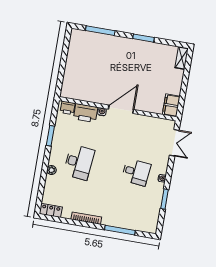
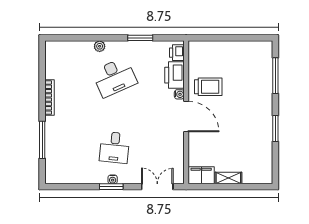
shelving: (182, 58) -> (228, 178), moved
trolley: (100, 87) -> (208, 87), added
double door: (174, 143) -> (157, 187), swing flipped
desk: (79, 162) -> (115, 77), turned -30
window: (165, 199) -> (111, 187), moved
locker: (51, 210) -> (51, 54), removed

